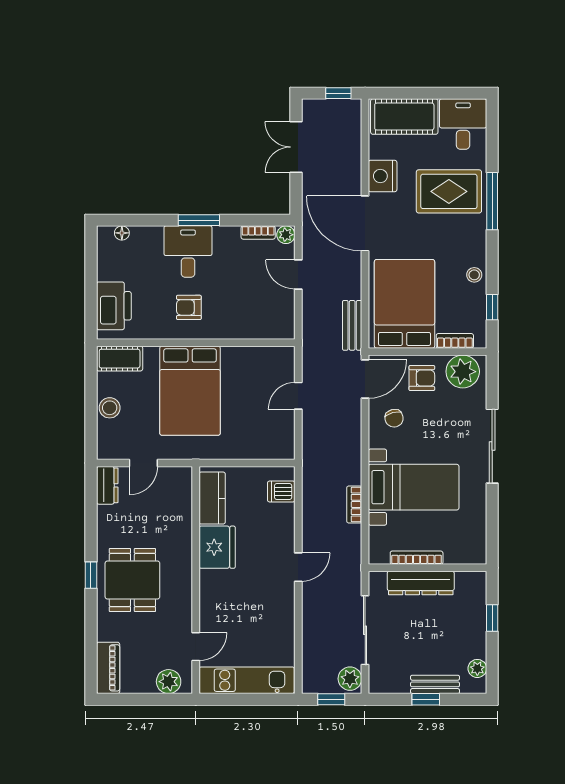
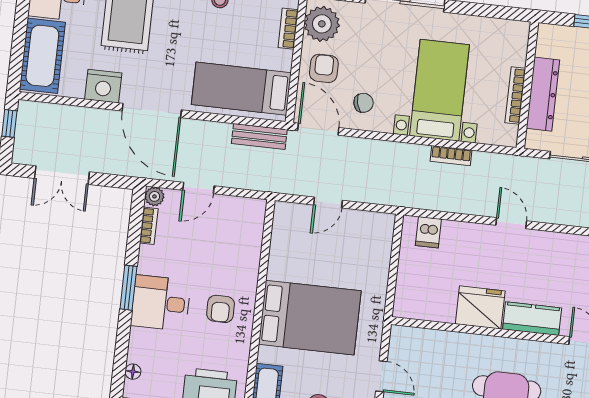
door: (365, 223) -> (152, 110), hinge flipped
bed: (405, 304) -> (241, 89), width x0.67
door: (298, 396) -> (328, 203), hinge flipped
kitchen counter: (212, 498) -> (532, 319), moved

